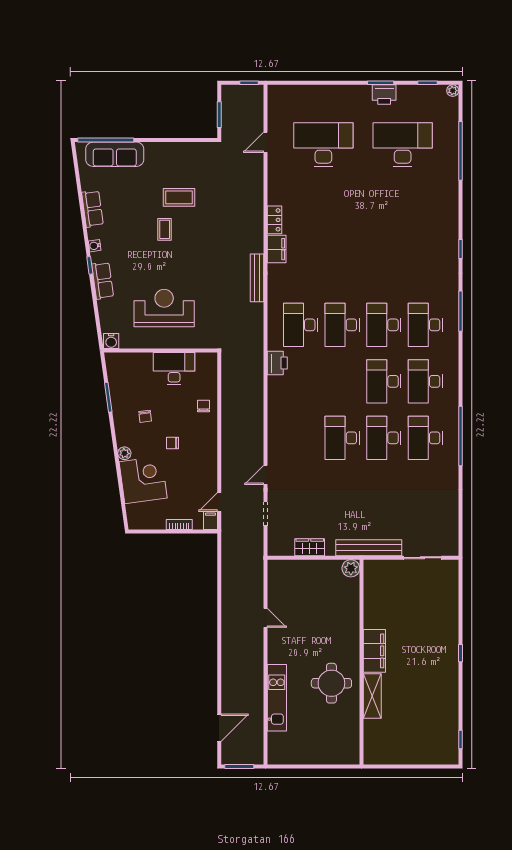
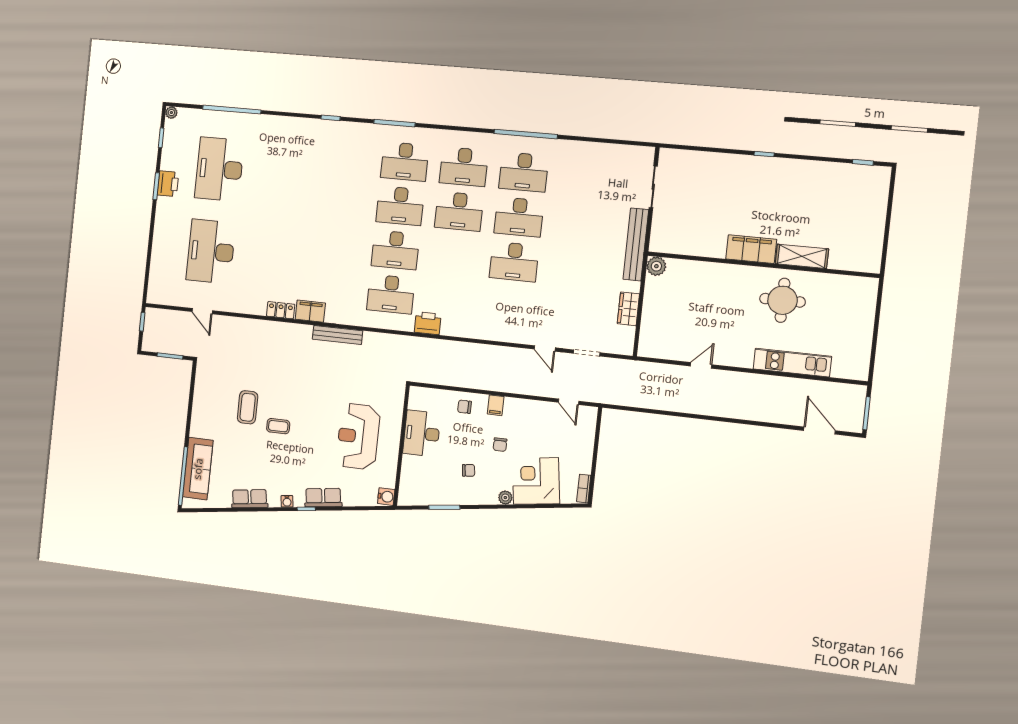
filing cabinet: (210, 521) -> (496, 405), moved, turned -90
bookcase: (179, 524) -> (584, 489), moved

